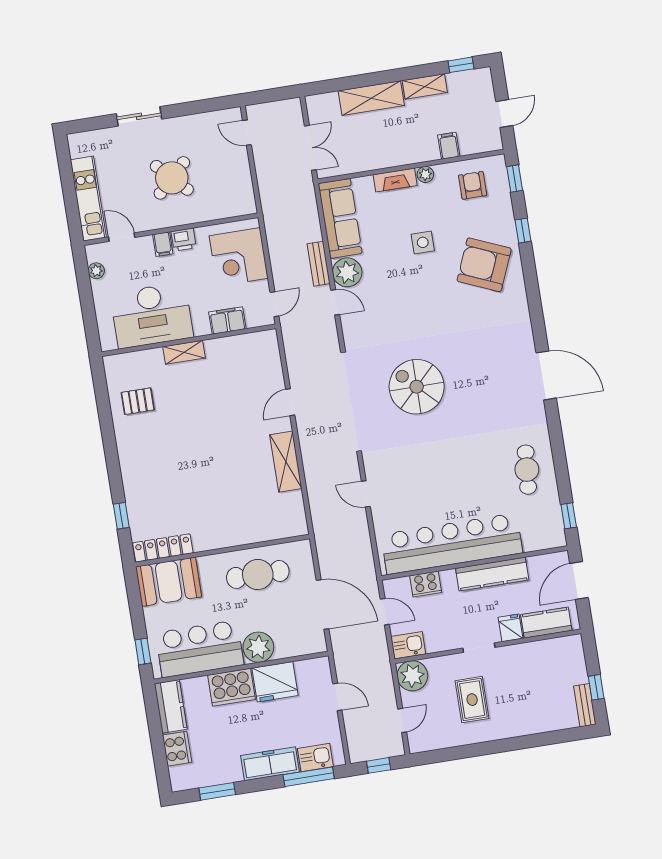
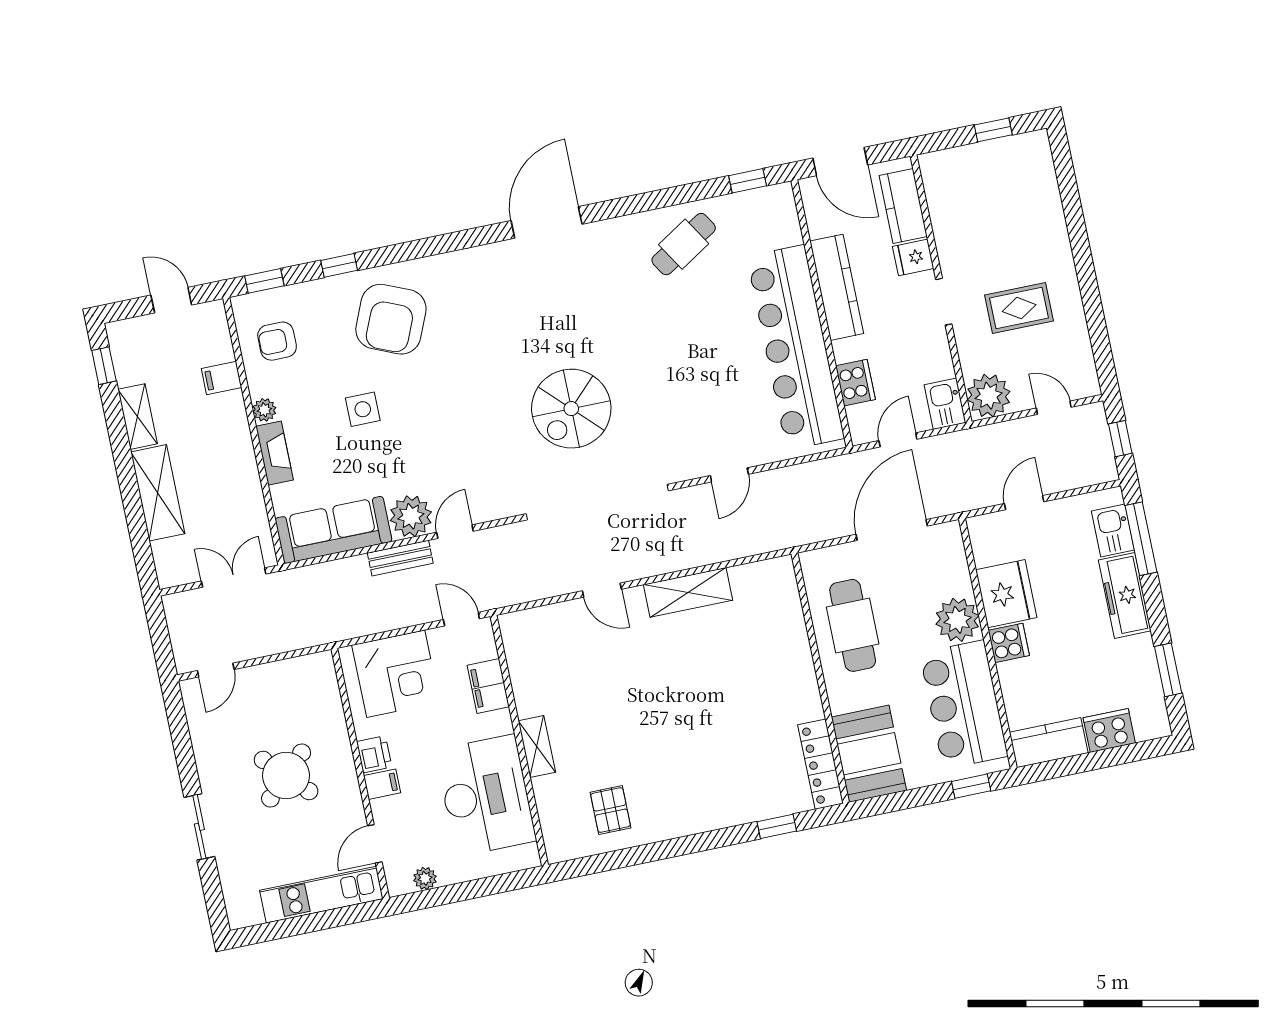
cafe table: (527, 470) -> (684, 244), turned -37
cooker: (231, 687) -> (1009, 643), width x0.53, depth x0.76
bench: (585, 705) -> (1020, 145), removed

